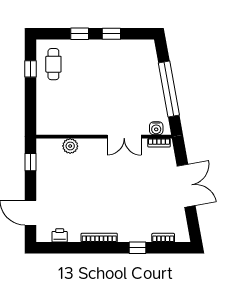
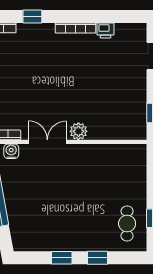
plant: (70, 146) -> (78, 131), moved
printer: (60, 235) -> (105, 30), moved

